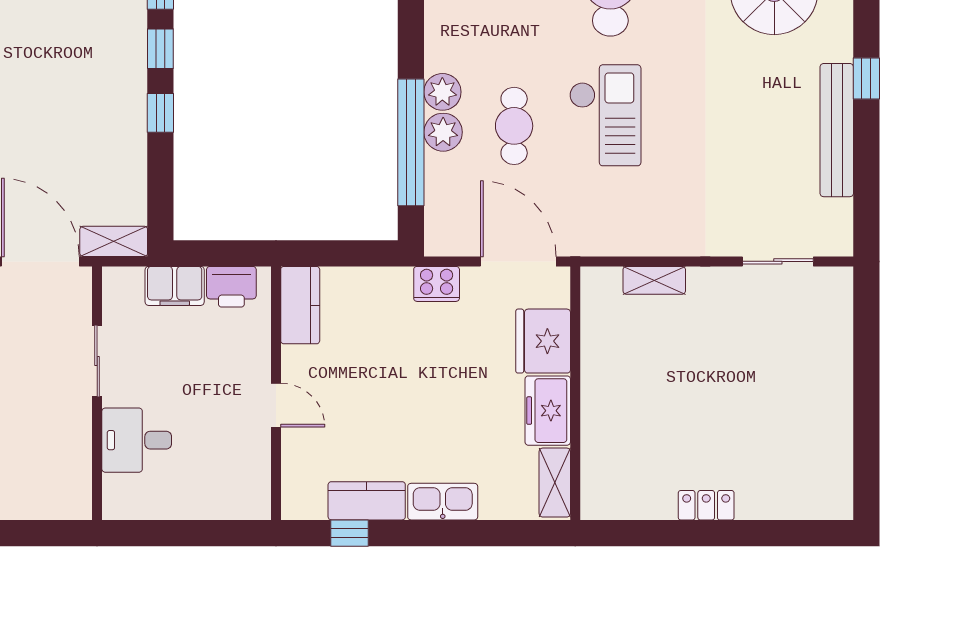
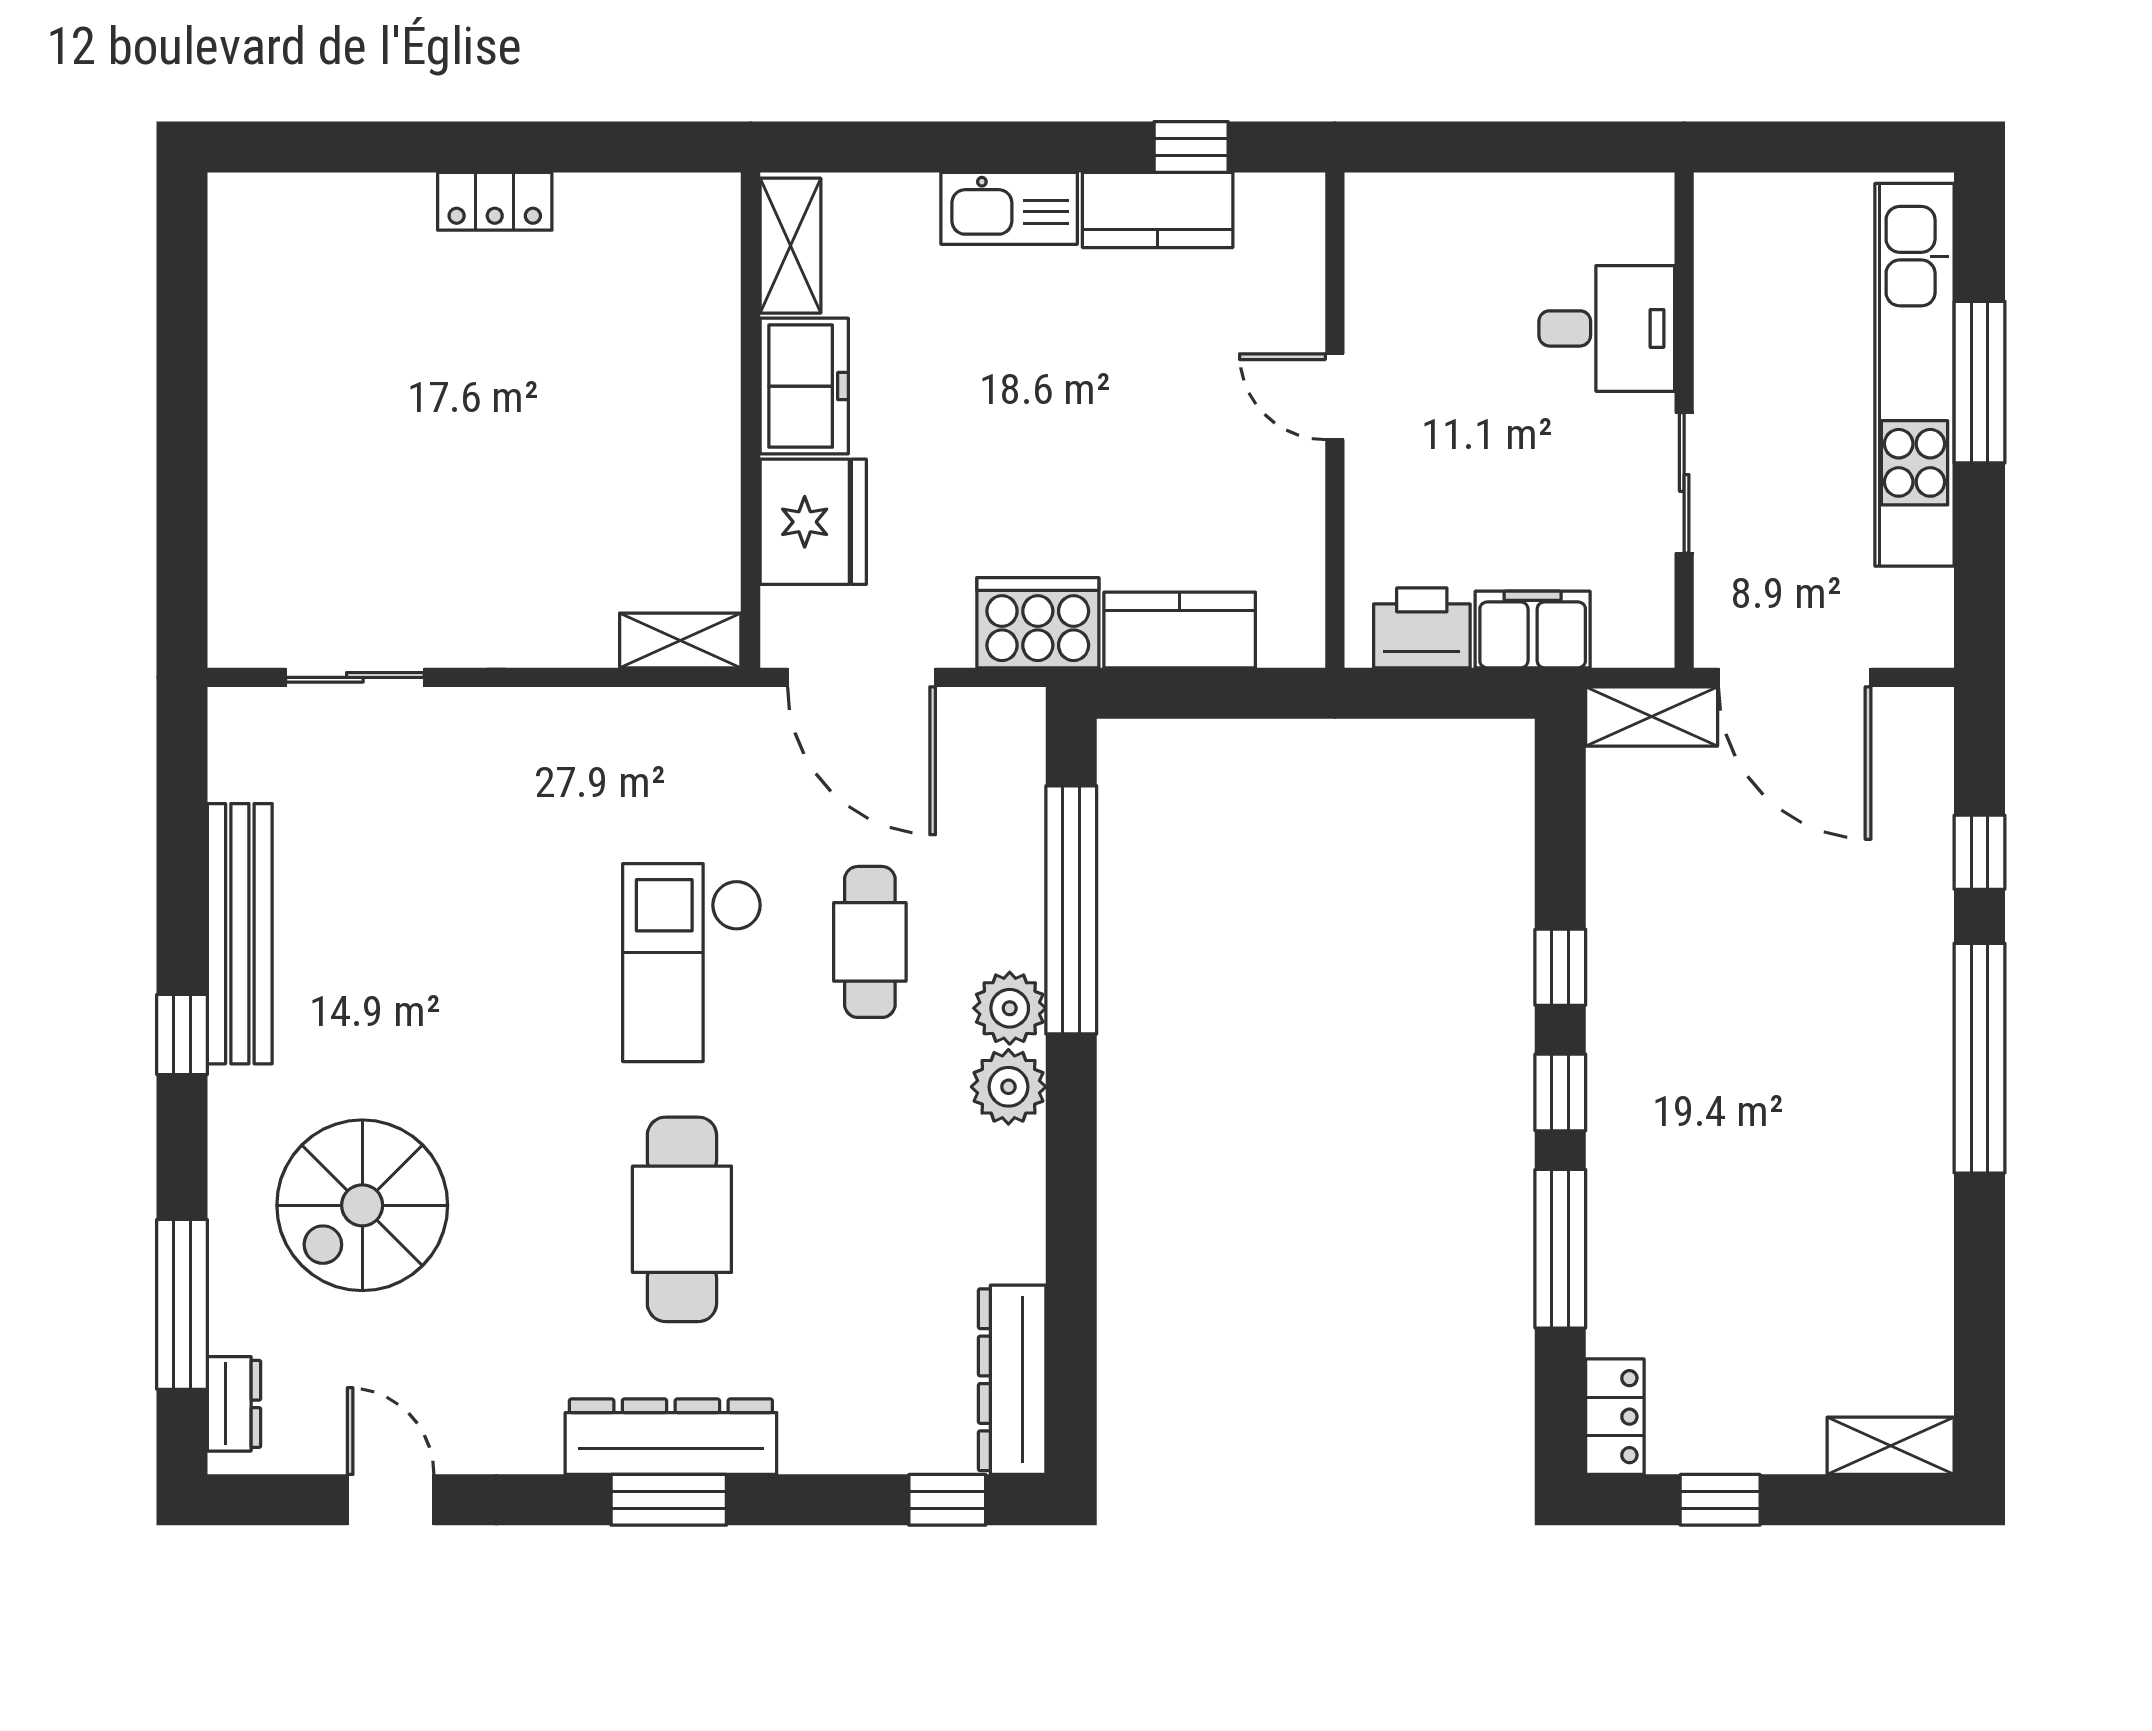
plant: (443, 132) -> (1008, 1087), moved
shelving: (654, 280) -> (680, 640), moved
cooker: (437, 284) -> (1038, 623), width x1.37, depth x1.31
kitchen counter: (300, 305) -> (1180, 630), moved, turned 90

